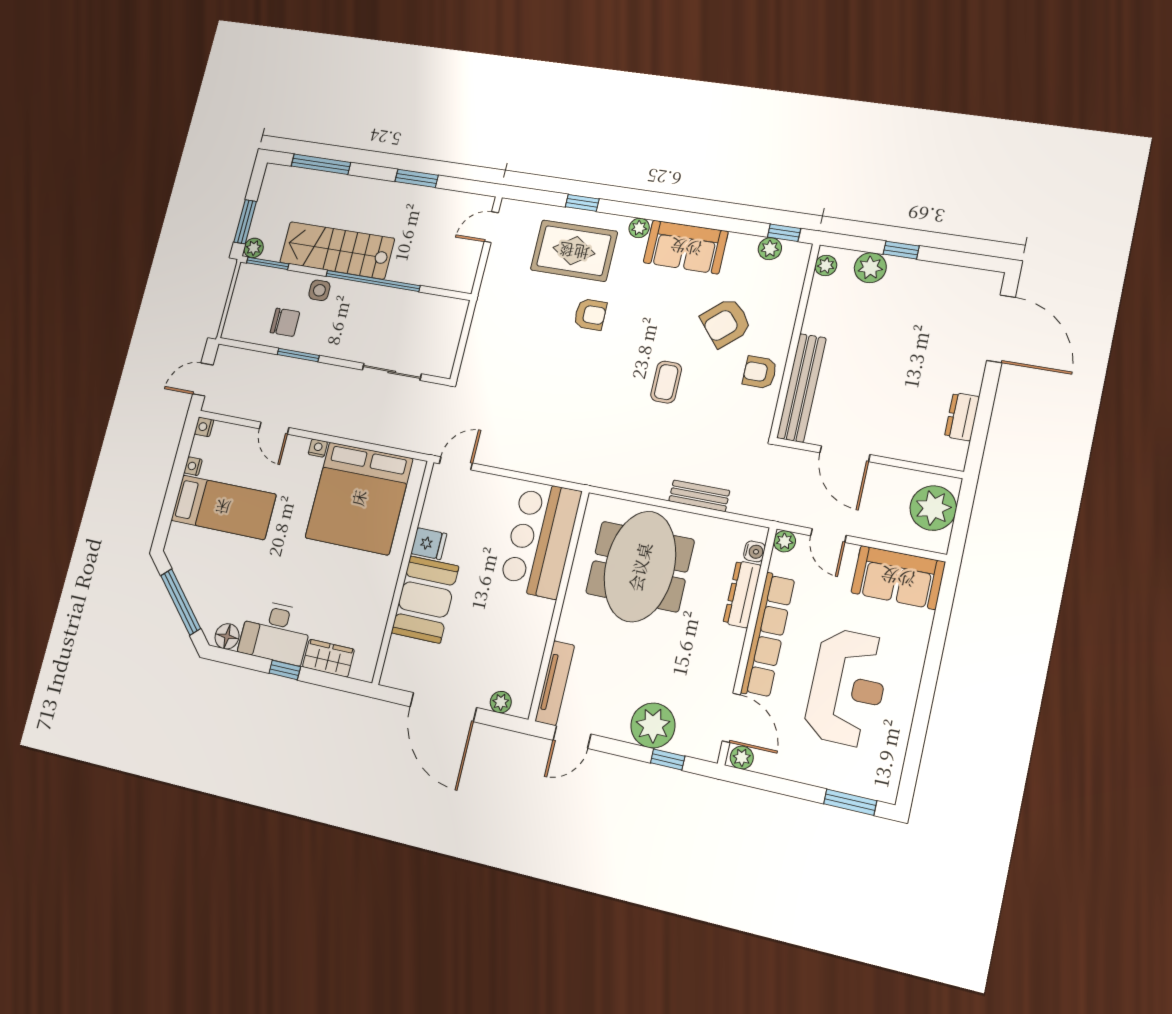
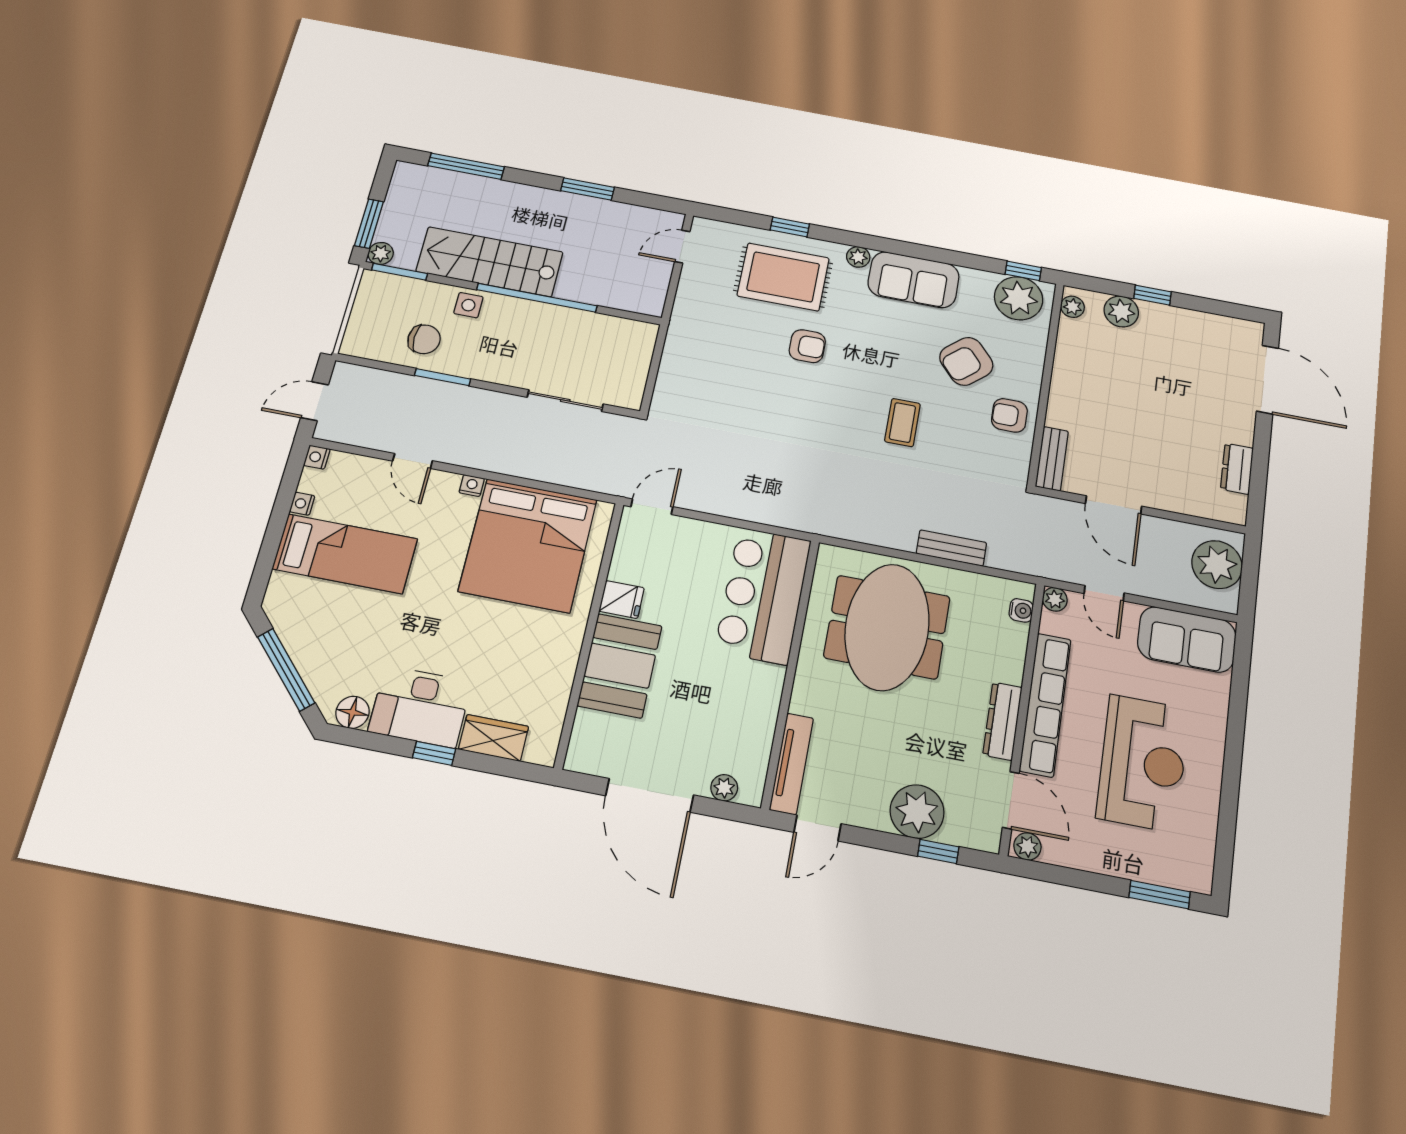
plant: (770, 249) -> (1019, 298), width x1.87, depth x1.87
bench: (801, 388) -> (1052, 459), width x0.54, depth x0.82
dresser: (742, 594) -> (1002, 721), moved

